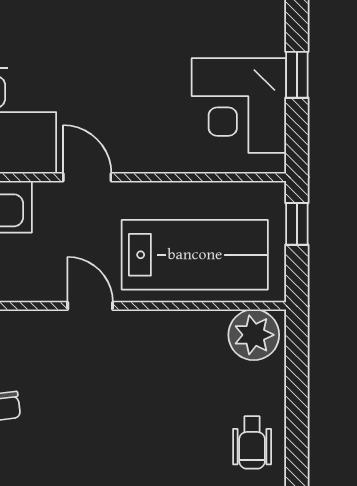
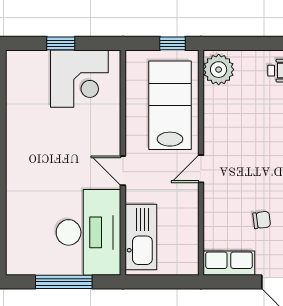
door: (87, 177) -> (123, 171), hinge flipped
window: (297, 224) -> (173, 43), moved

